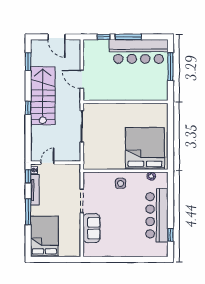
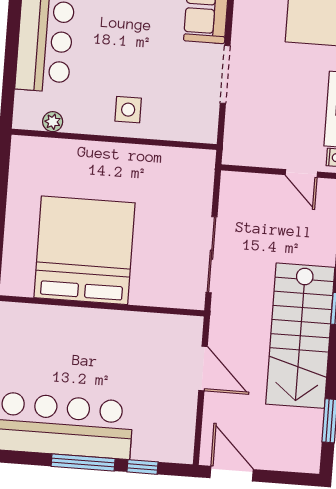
door: (56, 37) -> (232, 474), moved
bed: (145, 148) -> (85, 250), moved, turned 180
door: (47, 163) -> (301, 173), hinge flipped

